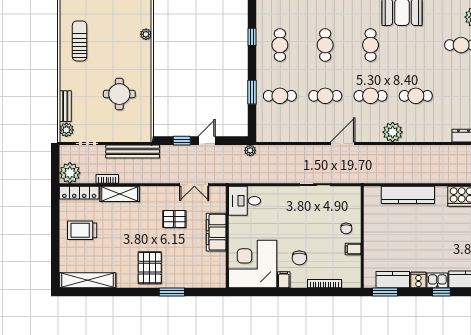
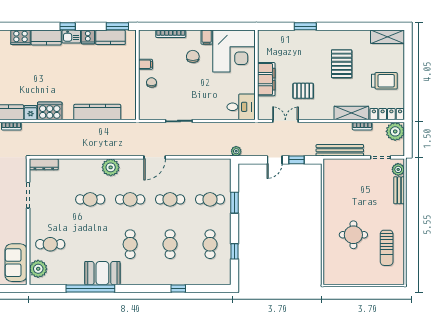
plant: (146, 34) -> (328, 254), removed
round table: (119, 94) -> (353, 235), moved
pallet: (150, 268) -> (342, 64), moved
shelving: (88, 280) -> (387, 37), width x0.68

